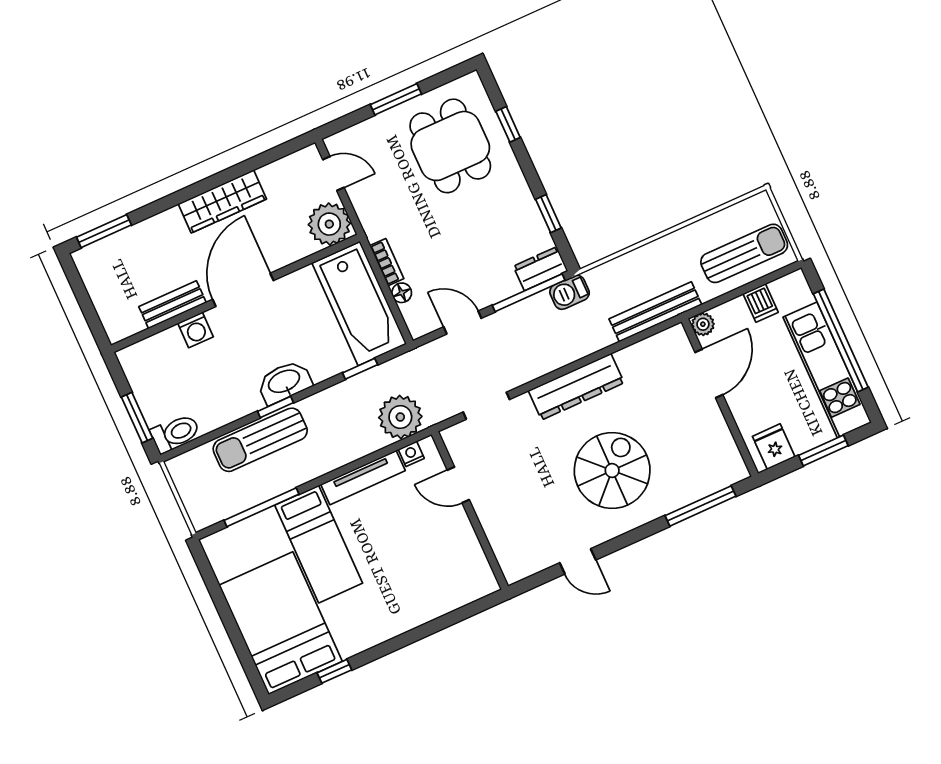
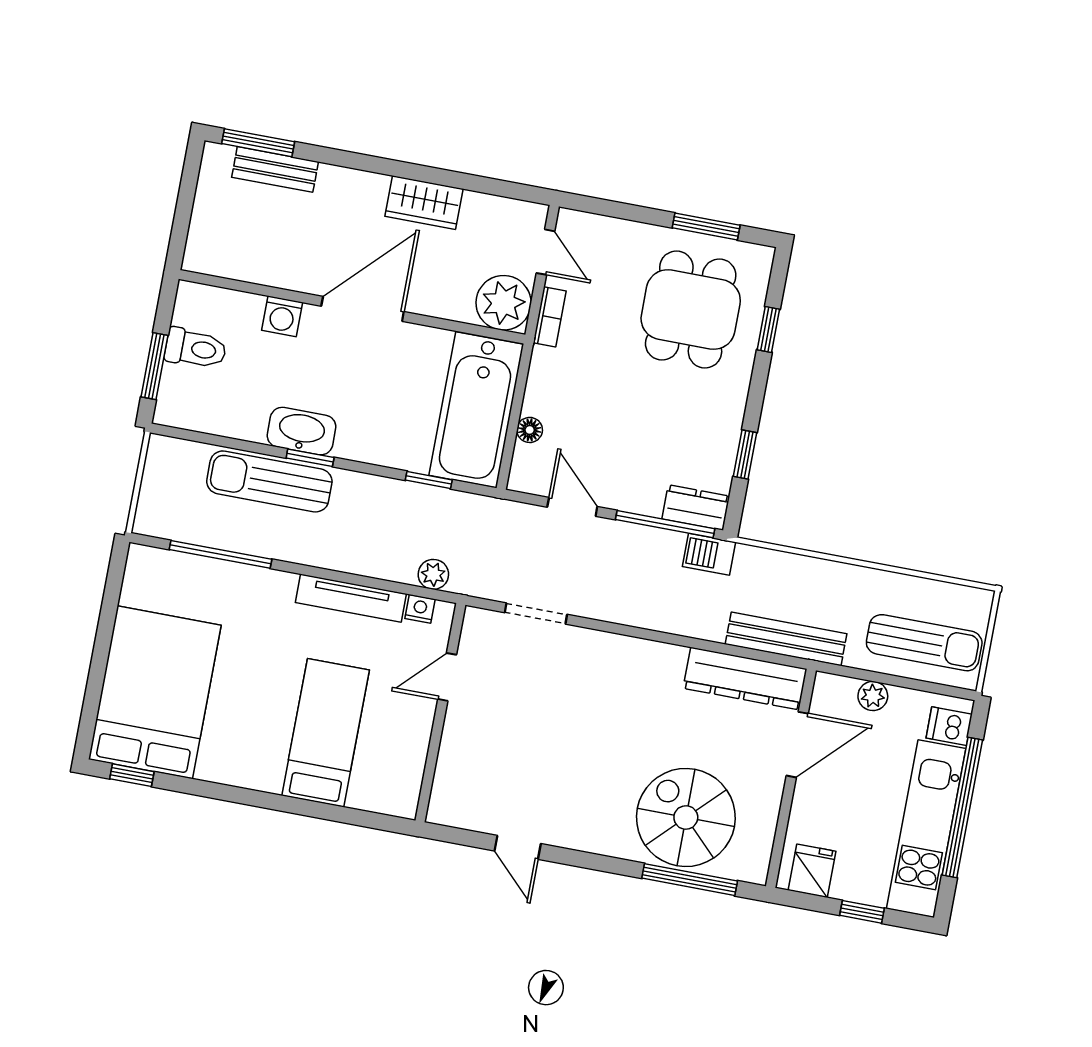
window: (396, 99) -> (706, 227), moved
wardrobe: (222, 201) -> (424, 202), width x0.67
bookcase: (387, 262) -> (550, 317), moved
dishwasher: (761, 303) -> (949, 726), moved, turned 90
bench: (173, 305) -> (275, 169), moved
plant: (703, 324) -> (873, 696), moved
washbasin: (284, 382) -> (302, 431), moved
dresser: (576, 387) -> (745, 679), moved
plant: (400, 417) -> (433, 574), width x0.53, depth x0.53
toilet: (175, 433) -> (195, 348), moved
window: (823, 450) -> (862, 912), width x0.67
spiral stairs: (612, 470) -> (686, 817), moved, turned -90
door: (458, 485) -> (447, 677), hinge flipped
bed: (319, 544) -> (326, 733), moved, turned 180
window: (334, 671) -> (132, 775), moved

